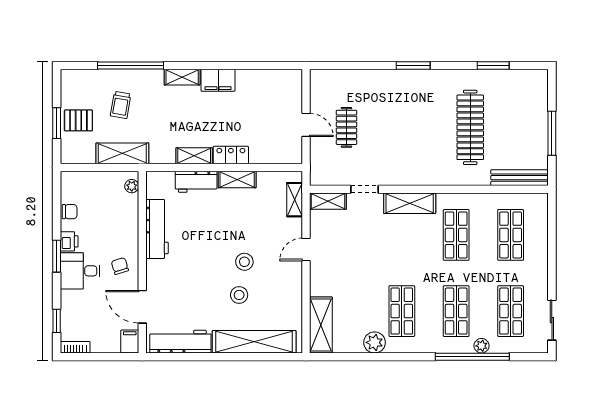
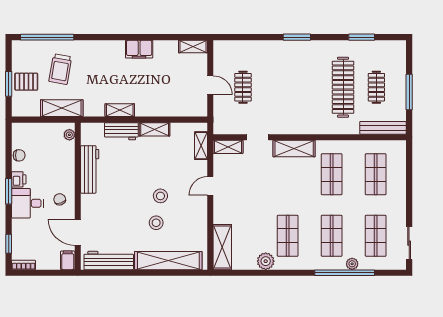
window: (131, 65) -> (47, 37), moved
shelving: (182, 77) -> (193, 47), moved
trolley: (121, 105) -> (60, 69), width x1.36, depth x1.39
clothes rail: (511, 127) -> (376, 87), added
locker: (231, 155) -> (150, 110), removed

